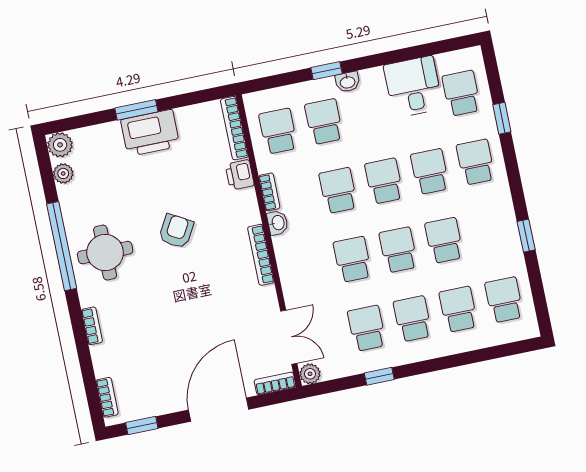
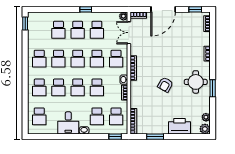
window: (326, 71) -> (115, 137), moved
desk: (413, 87) -> (68, 123), moved
window: (136, 110) -> (155, 137), moved
window: (502, 118) -> (25, 103), removed
printer: (150, 133) -> (180, 126), moved
printer: (240, 175) -> (135, 102), removed
window: (526, 236) -> (25, 24), moved
window: (62, 246) -> (213, 88), width x0.47
school desk: (307, 269) -> (116, 59), added
school desk: (504, 300) -> (39, 59), moved
window: (379, 376) -> (86, 9), moved

